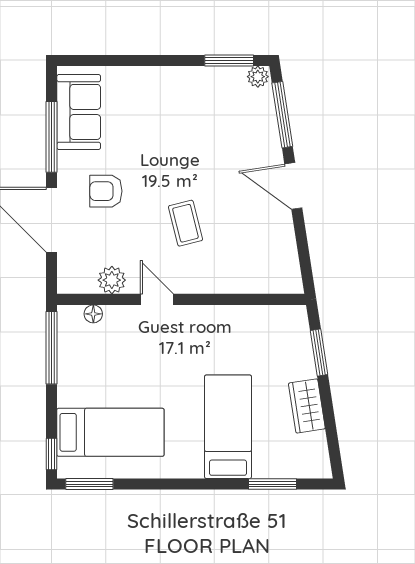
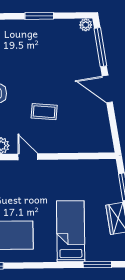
window: (229, 60) -> (39, 16), moved
coffee table: (185, 223) -> (44, 112), turned -71

